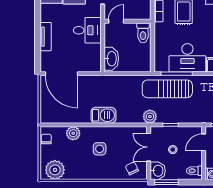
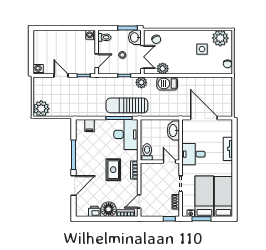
door: (116, 21) -> (169, 162), swing flipped
desk: (187, 58) -> (126, 134), moved, turned 90
door: (61, 74) -> (204, 118), moved
sun lounger: (167, 89) -> (127, 105), turned 180
barbecue: (103, 115) -> (167, 83), moved
plant: (73, 133) -> (163, 69), moved
side table: (100, 149) -> (202, 49), moved

